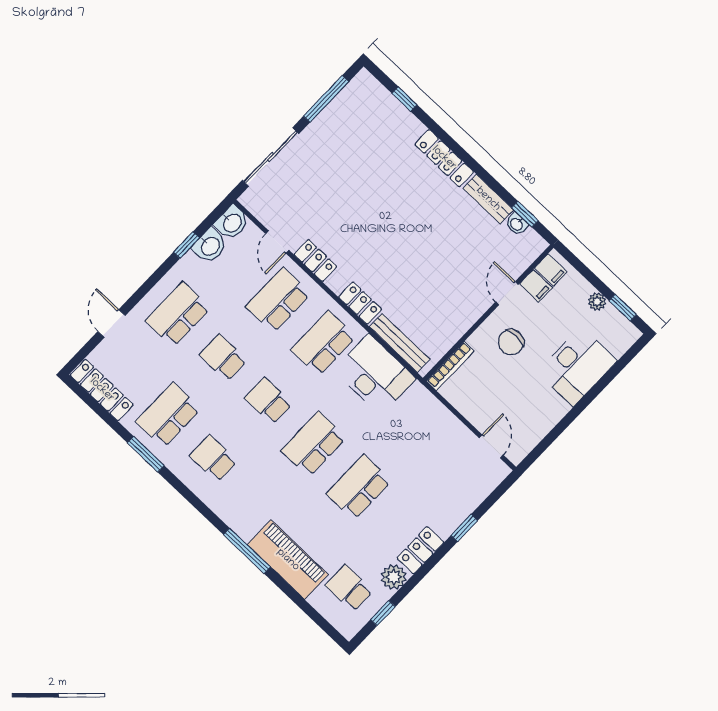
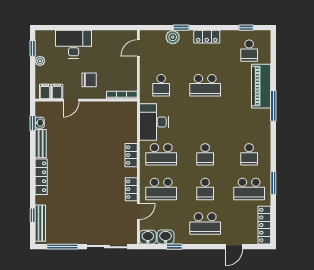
bench: (400, 343) -> (40, 223), moved
school desk: (314, 444) -> (161, 85), moved, width x0.54
plant: (394, 577) -> (173, 37), moved

